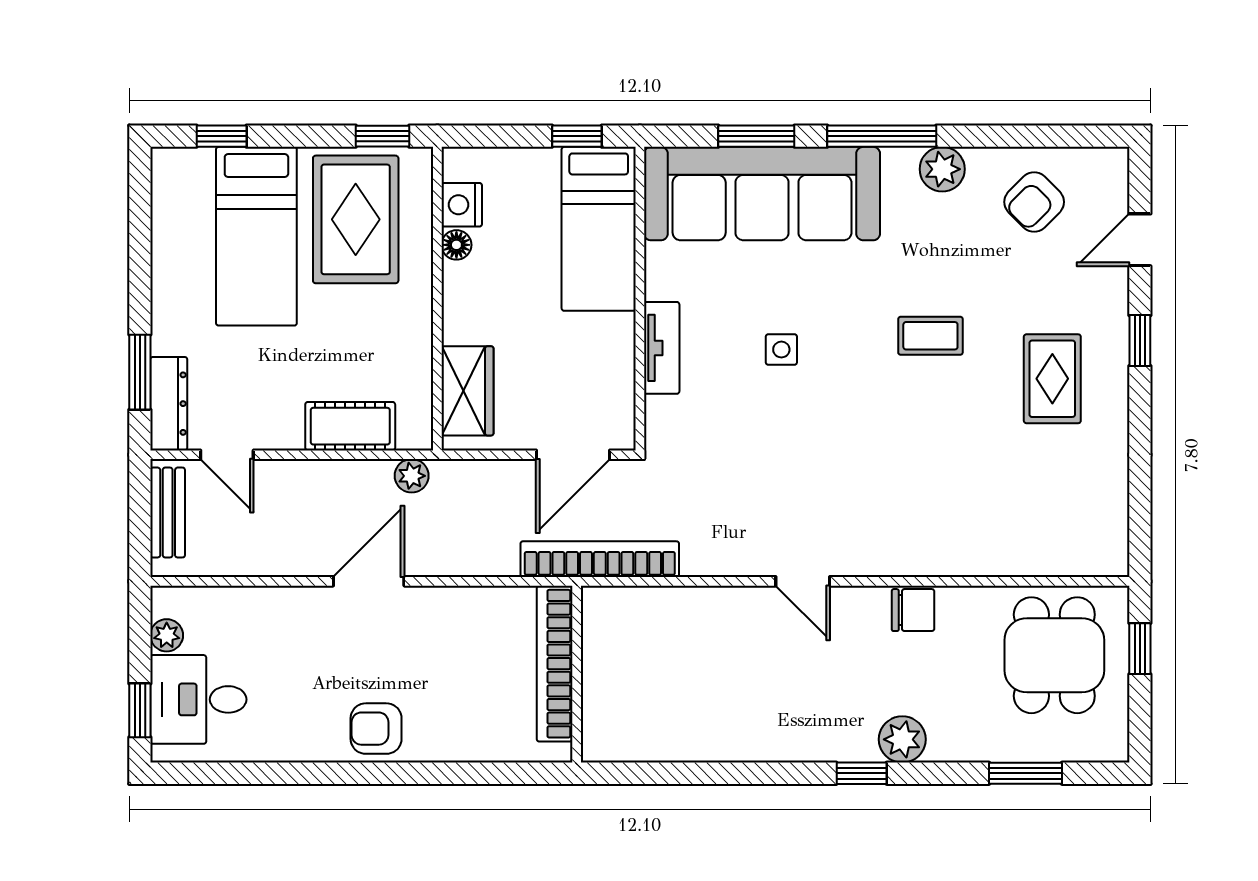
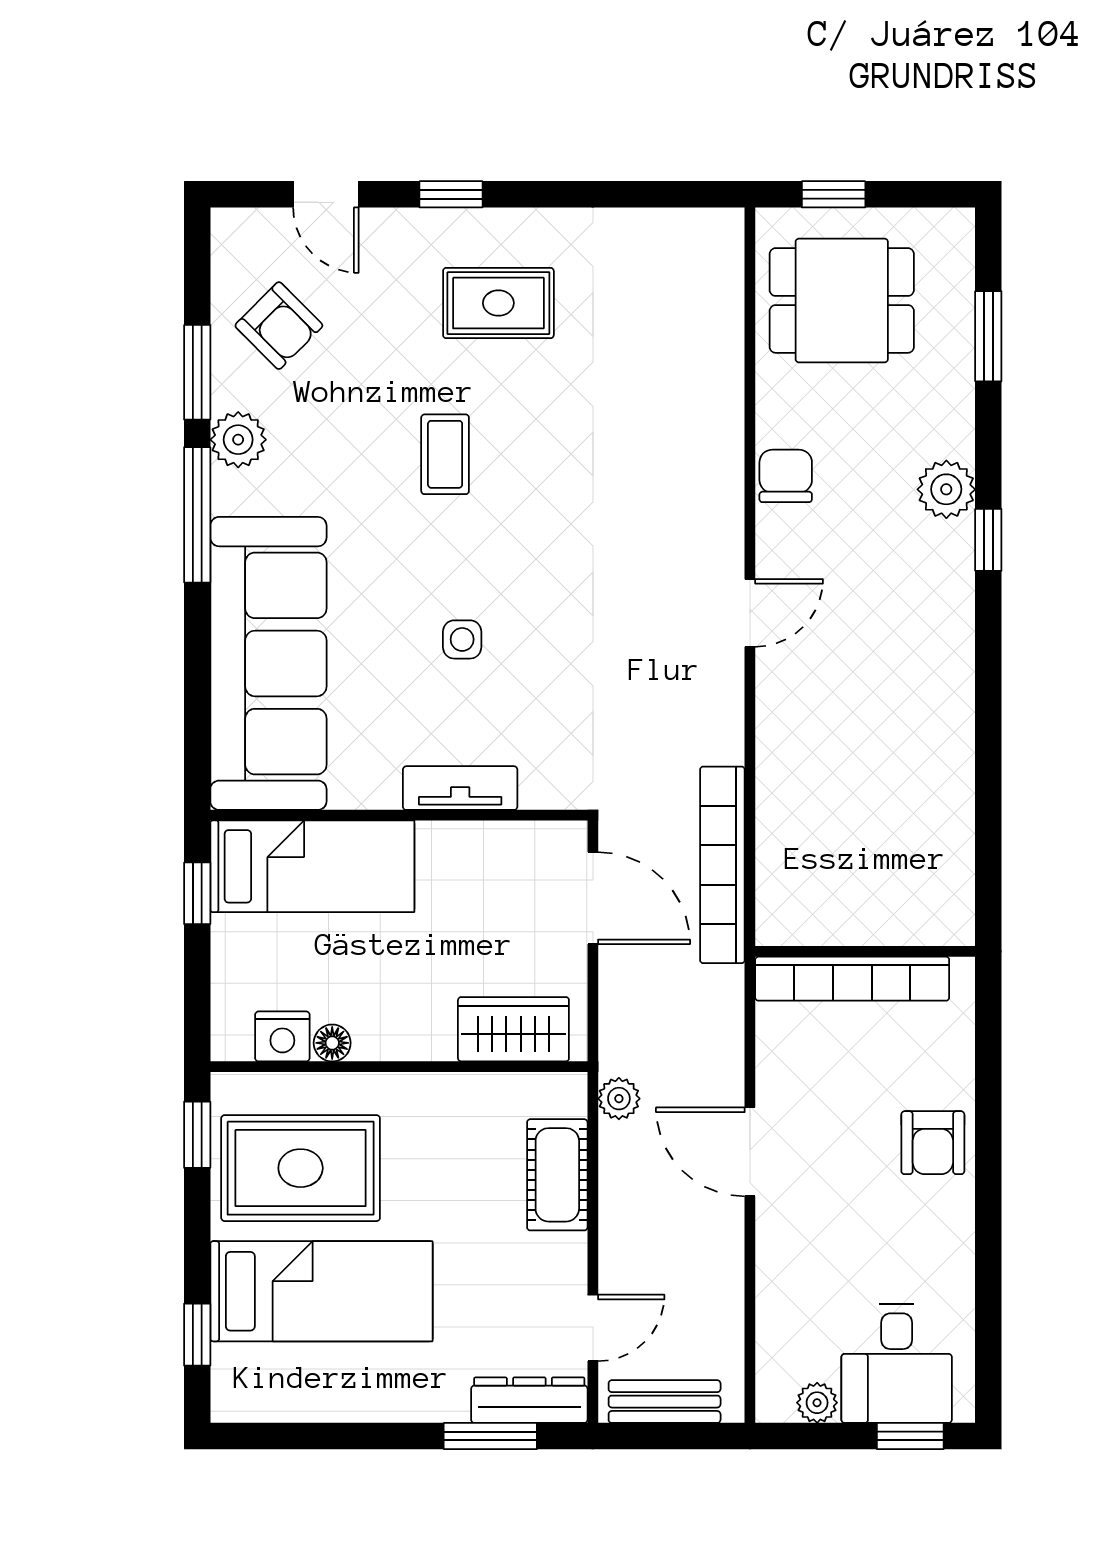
window: (756, 136) -> (197, 372), moved
bookcase: (555, 664) -> (852, 979), moved
wall: (577, 674) -> (865, 951), moved

